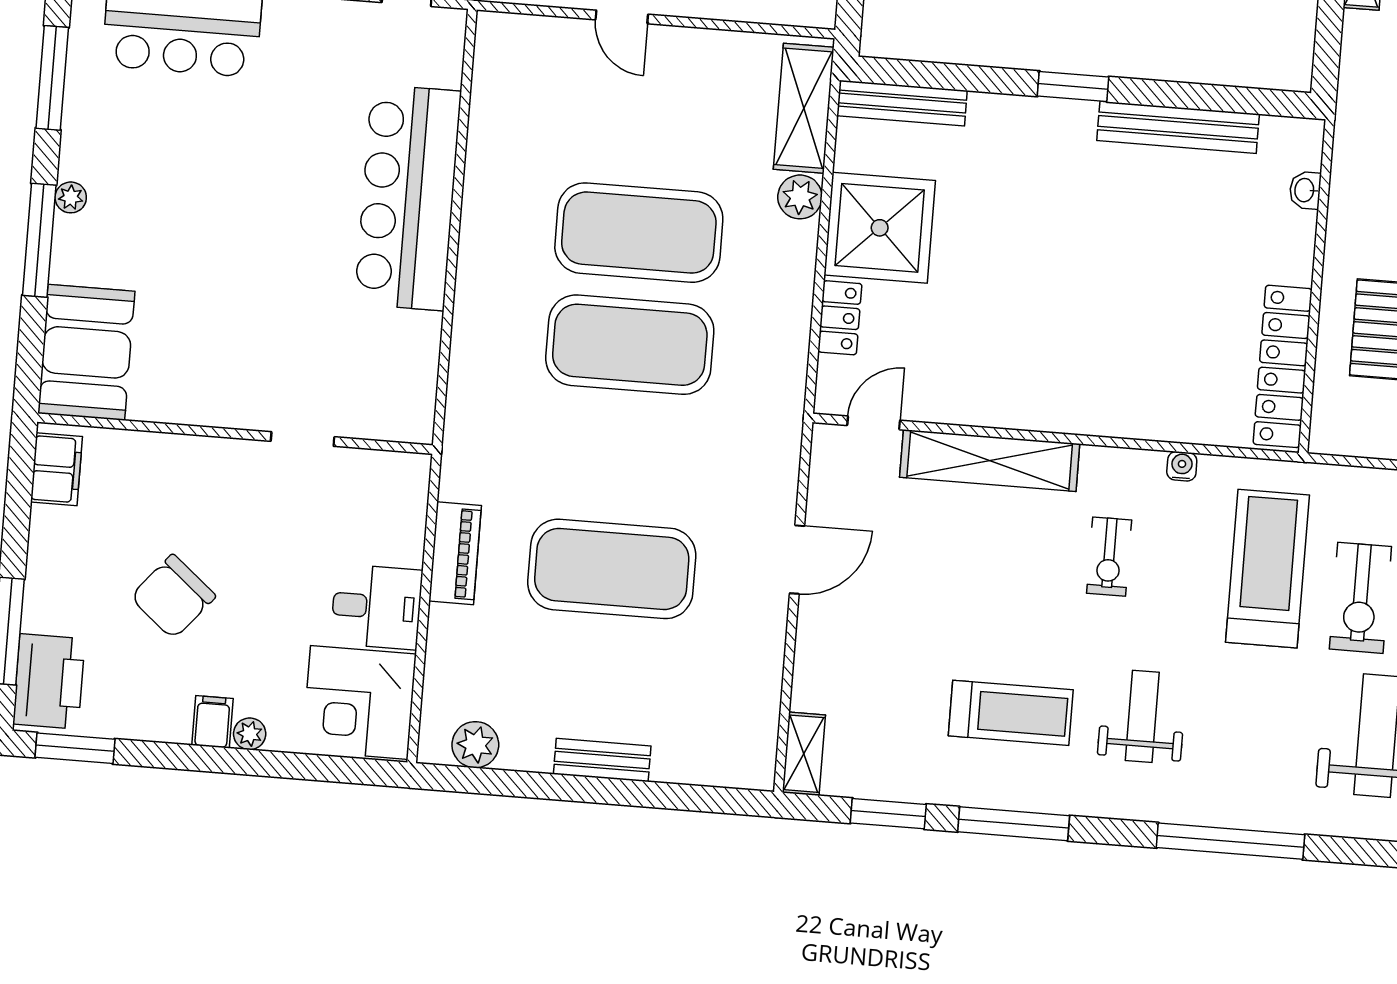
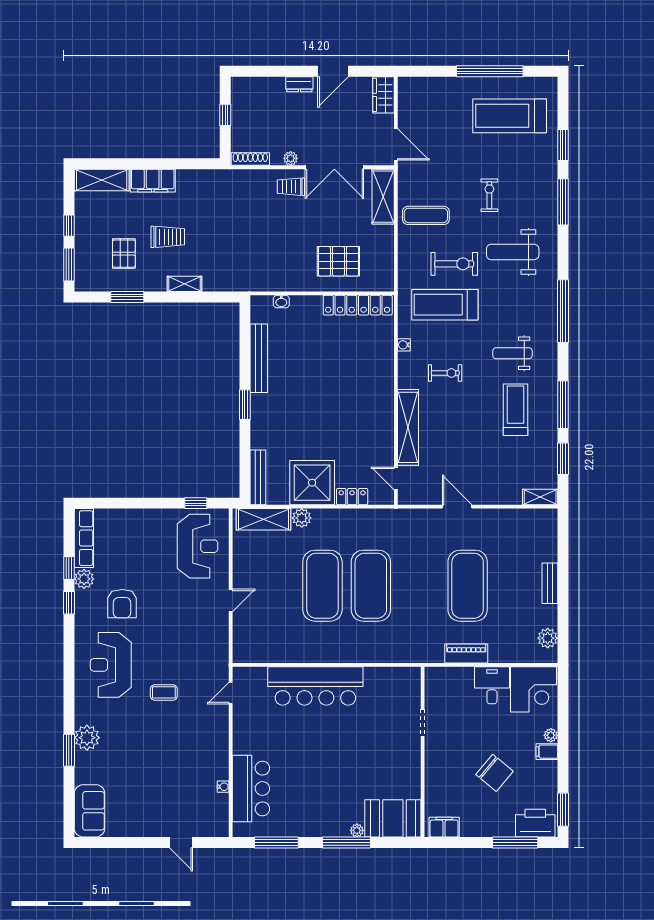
plant: (71, 197) -> (357, 830), moved

